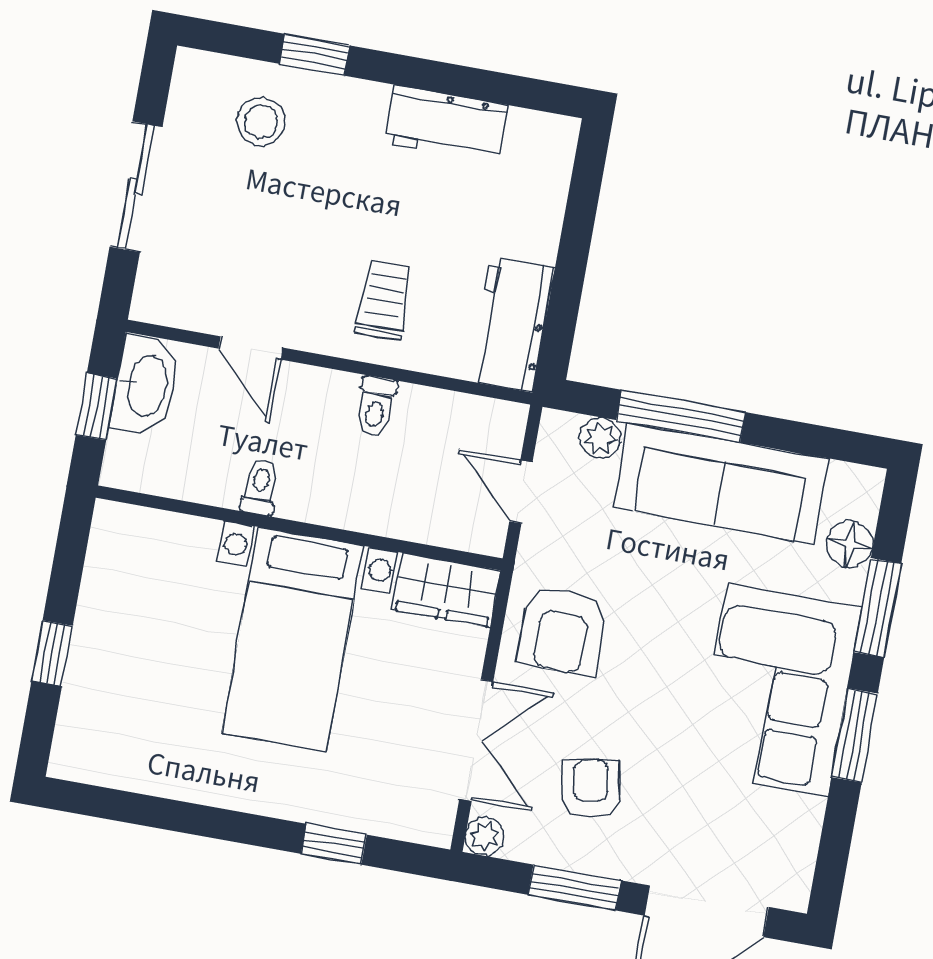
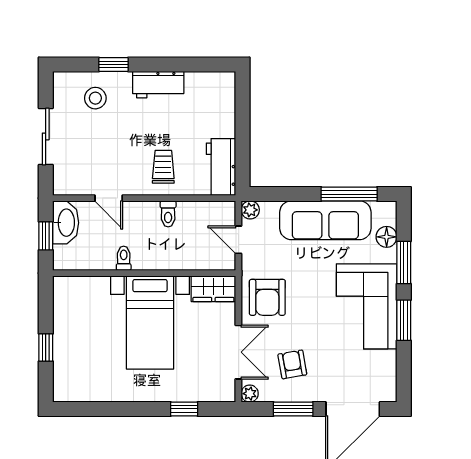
workbench: (446, 124) -> (158, 85), moved
window: (681, 416) -> (349, 194), moved
plant: (600, 438) -> (250, 210), moved

